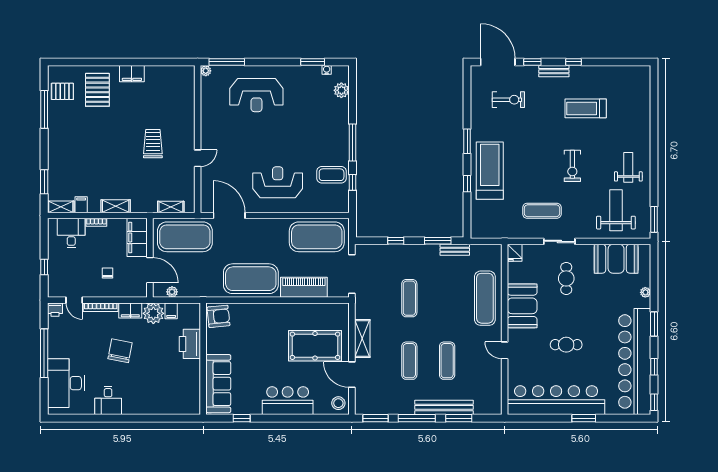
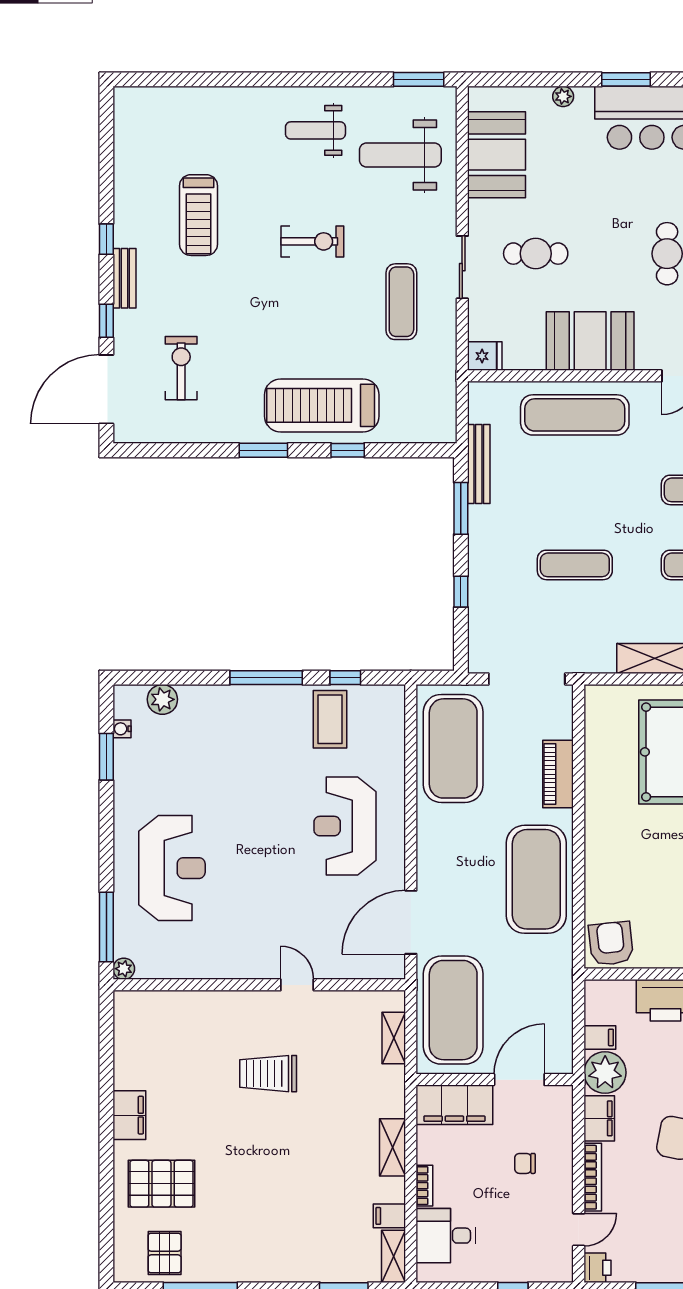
bench: (455, 250) -> (479, 464), width x1.36
piano: (304, 287) -> (558, 774), width x0.73, depth x0.75
plant: (172, 292) -> (562, 1036), removed

